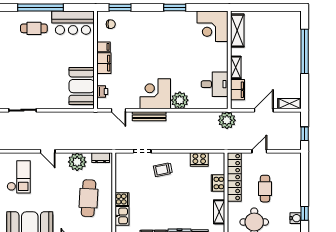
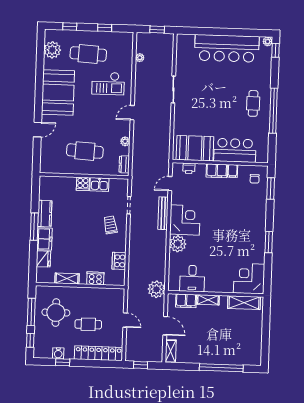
bar counter: (73, 23) -> (235, 150), moved, turned 90
plant: (77, 162) -> (125, 141), width x0.53, depth x0.53
locker: (234, 177) -> (99, 353), moved, turned 180
kitchen sink: (122, 216) -> (99, 185), moved

